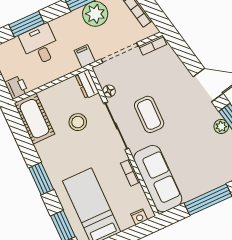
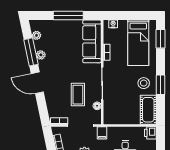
dresser: (87, 84) -> (108, 116), removed
coffee table: (149, 114) -> (78, 95), moved
stool: (78, 122) -> (144, 83), moved
window: (41, 179) -> (160, 85), moved

